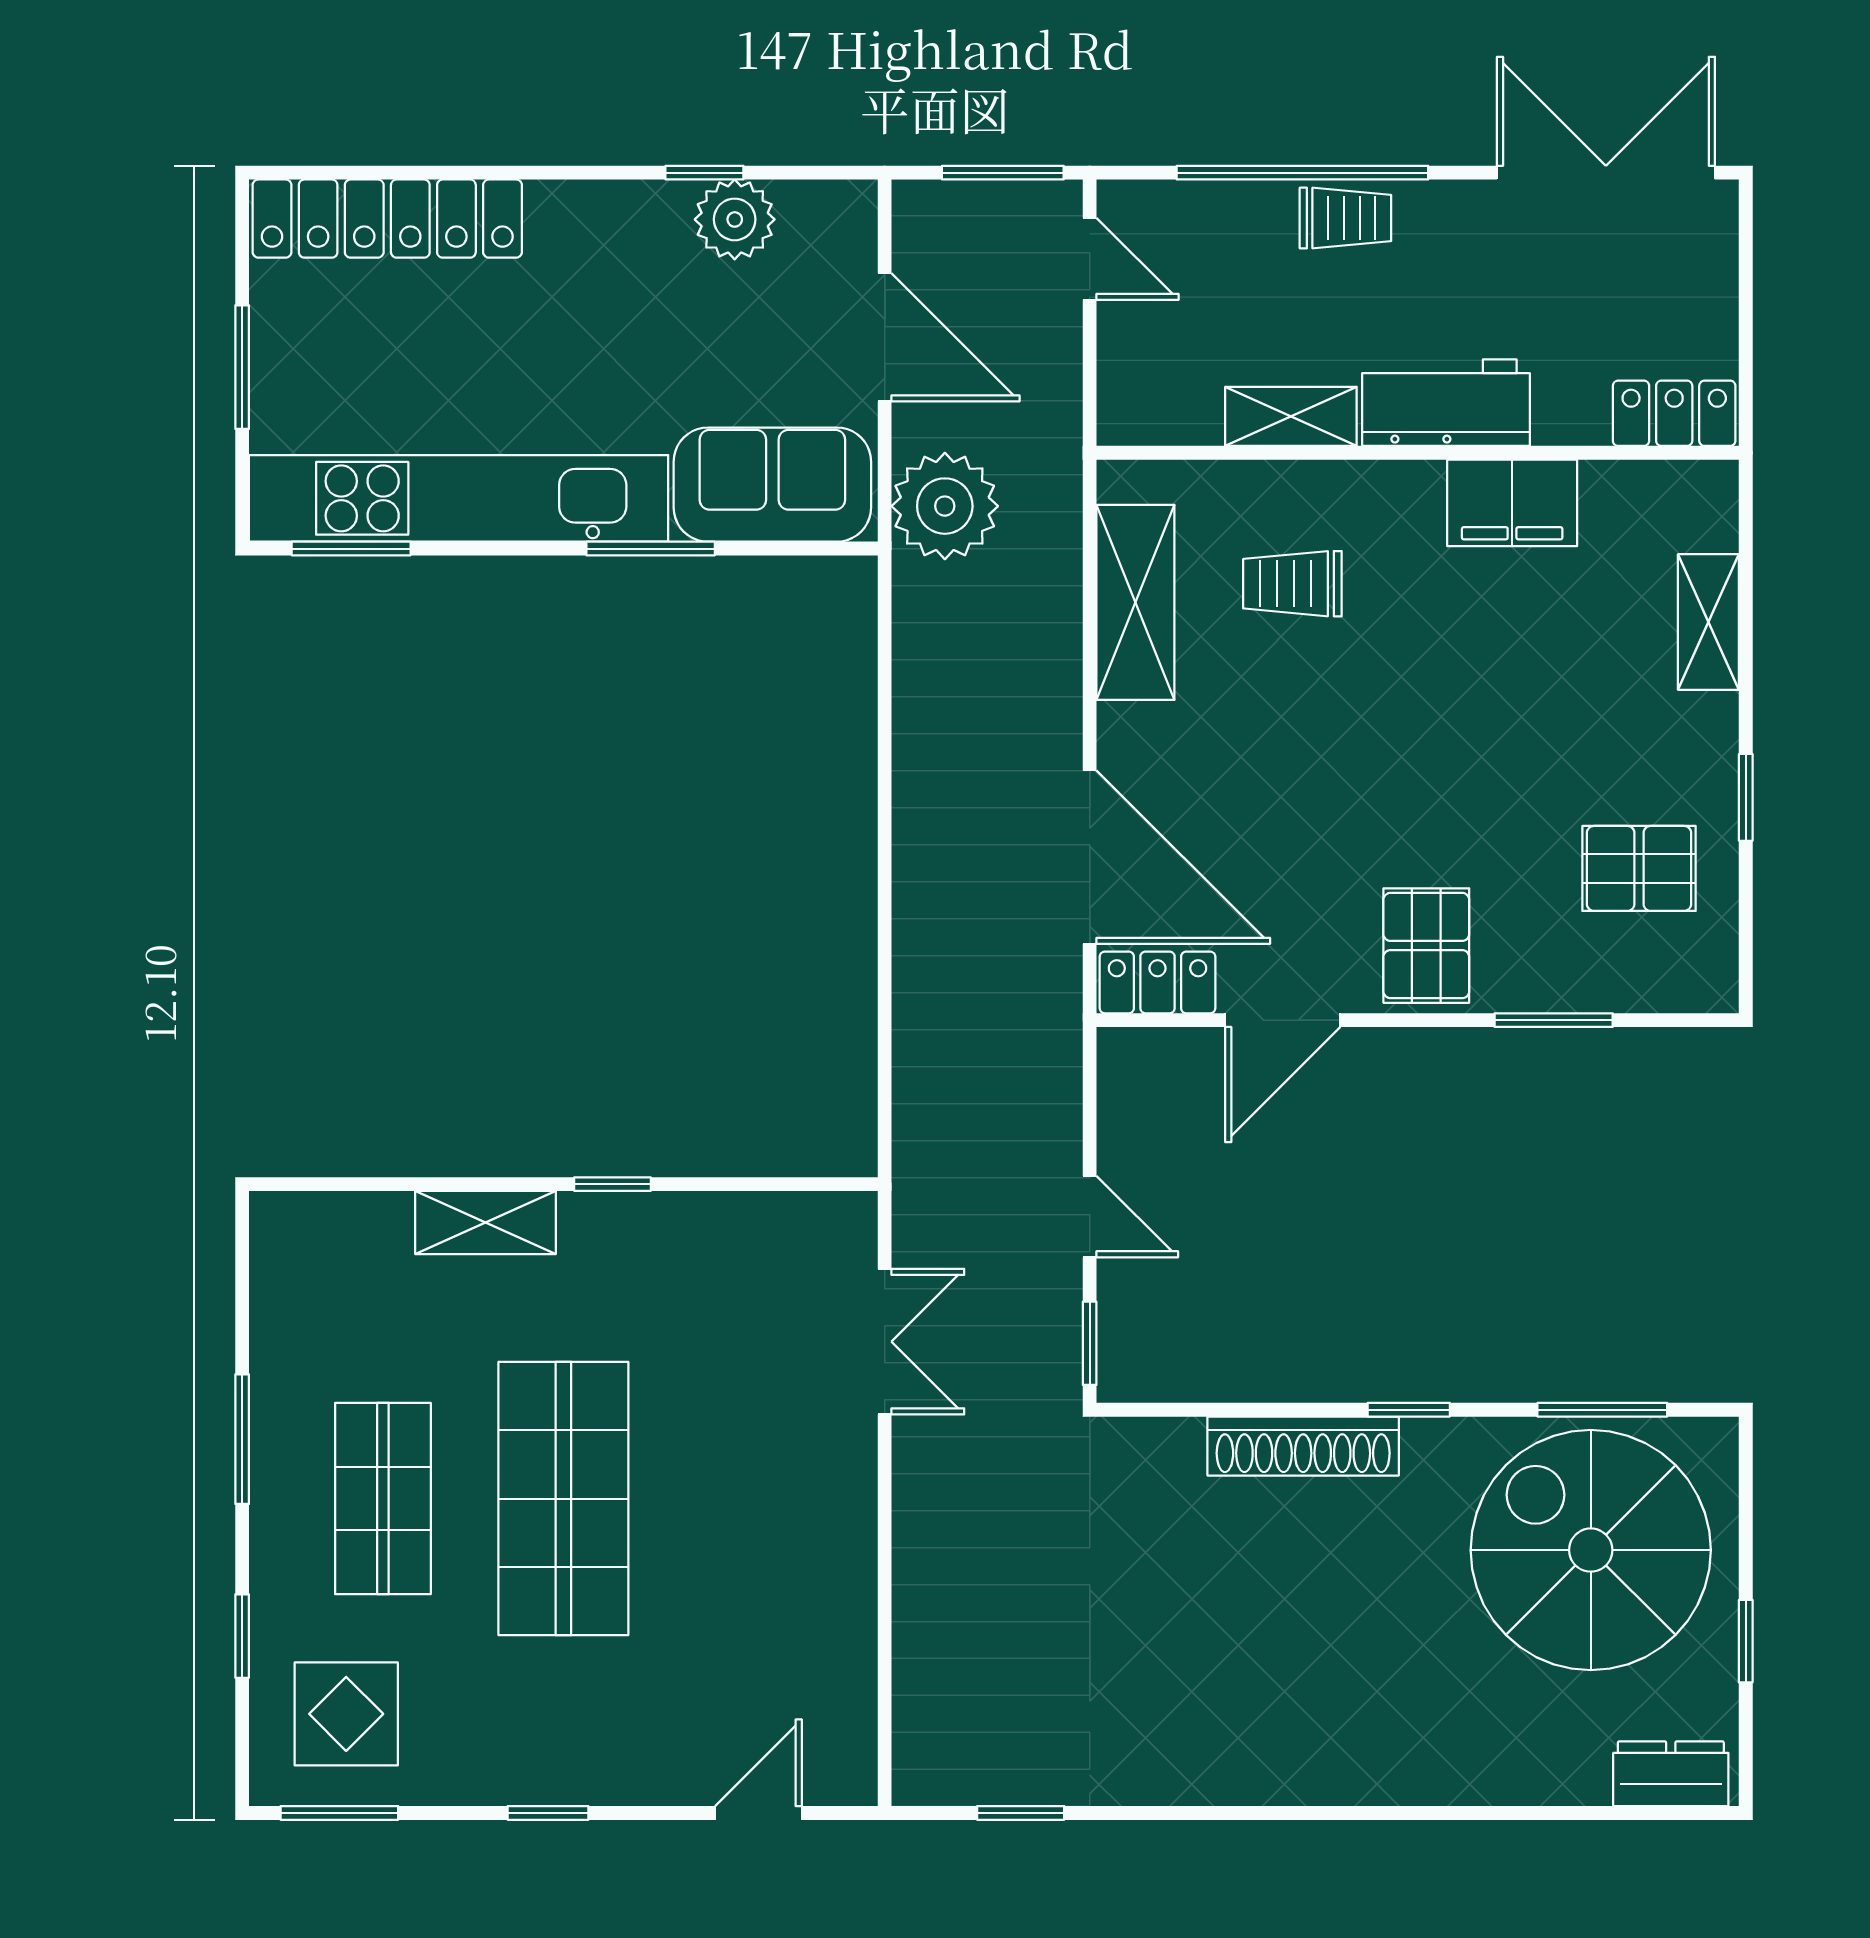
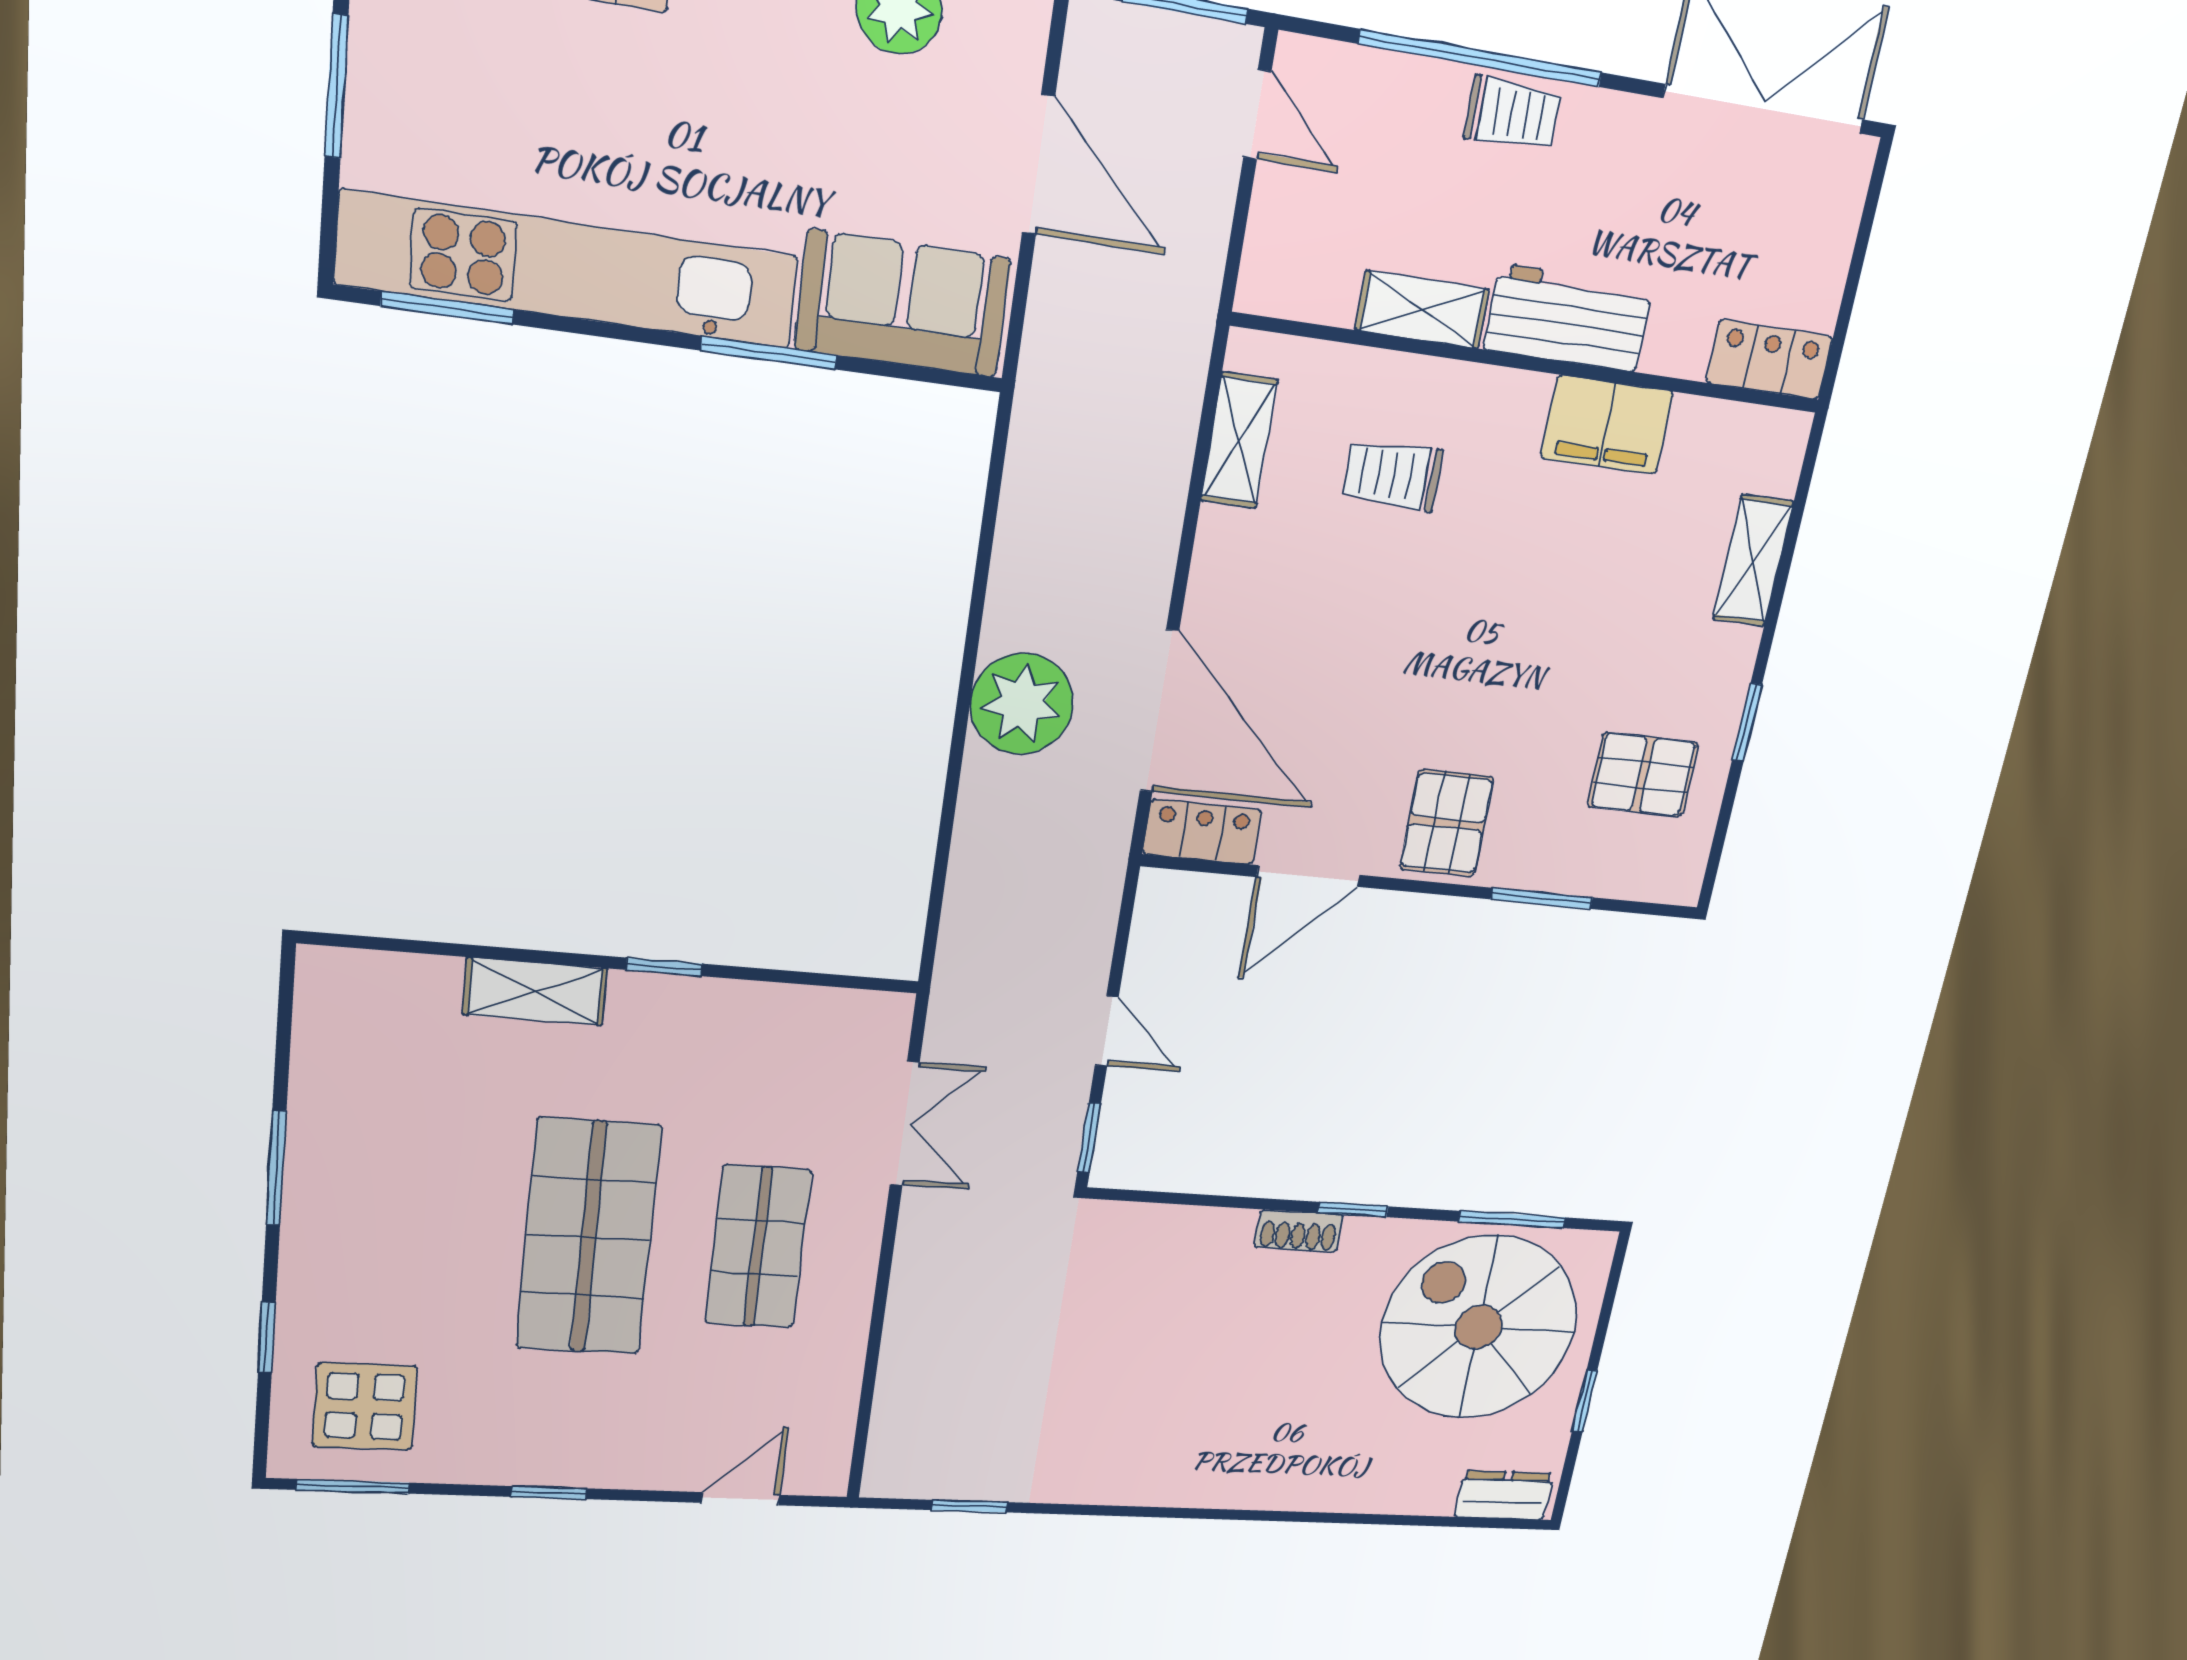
plant: (945, 506) -> (1022, 704), moved
shelving: (1135, 602) -> (1239, 440), width x0.67, depth x0.75
shoe rack: (1303, 1446) -> (1299, 1231), width x0.51, depth x0.81
shop shelf: (383, 1499) -> (758, 1247), moved

